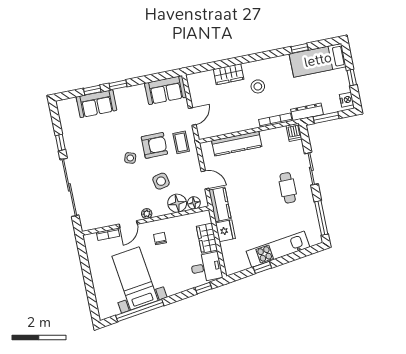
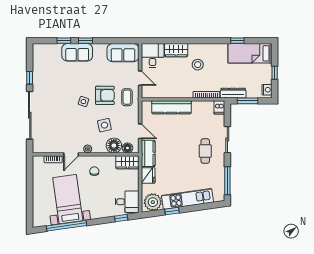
desk: (202, 86) -> (153, 56), added
sofa: (96, 104) -> (77, 52), moved
door: (192, 116) -> (140, 78), hinge flipped
wardrobe: (207, 238) -> (127, 162), moved, turned -90
plant: (237, 261) -> (153, 202), added

